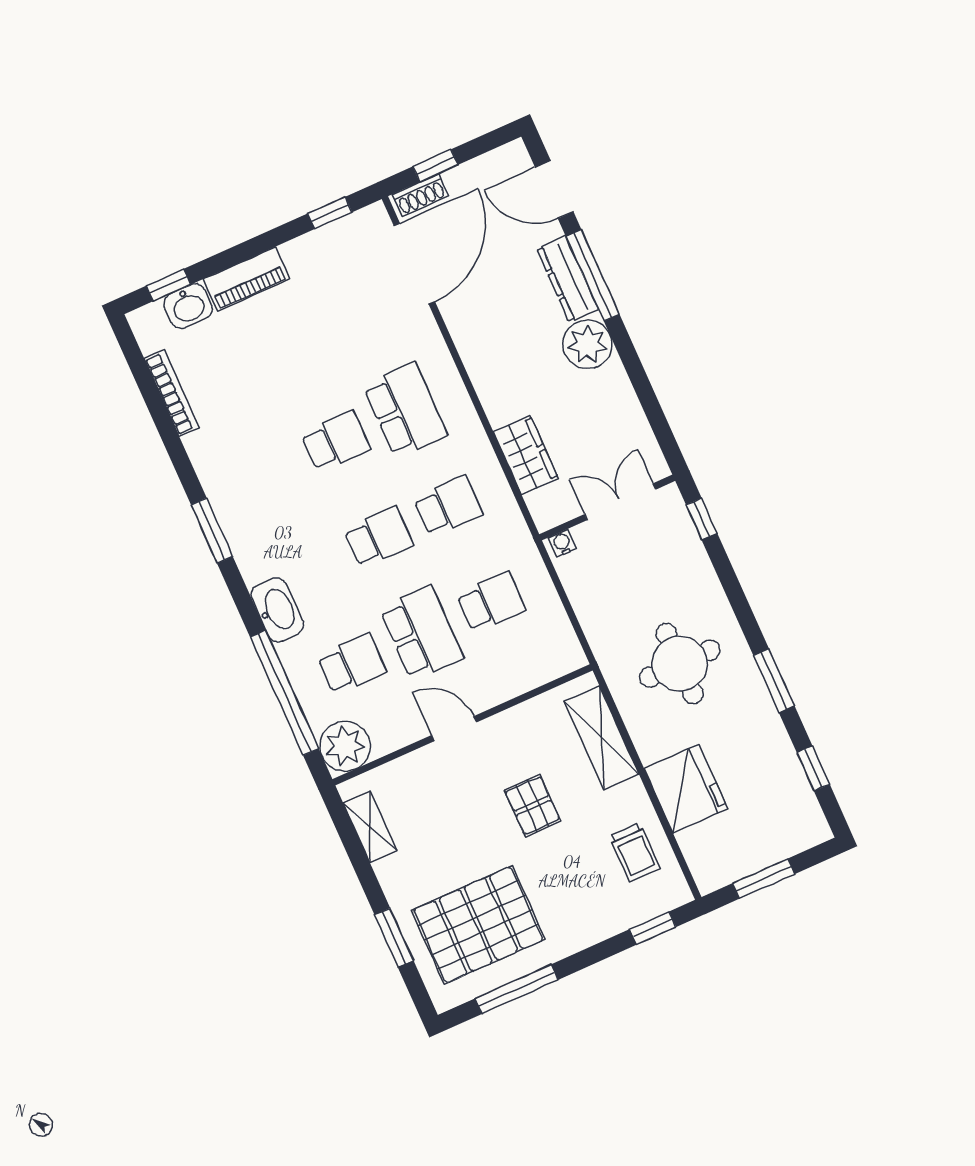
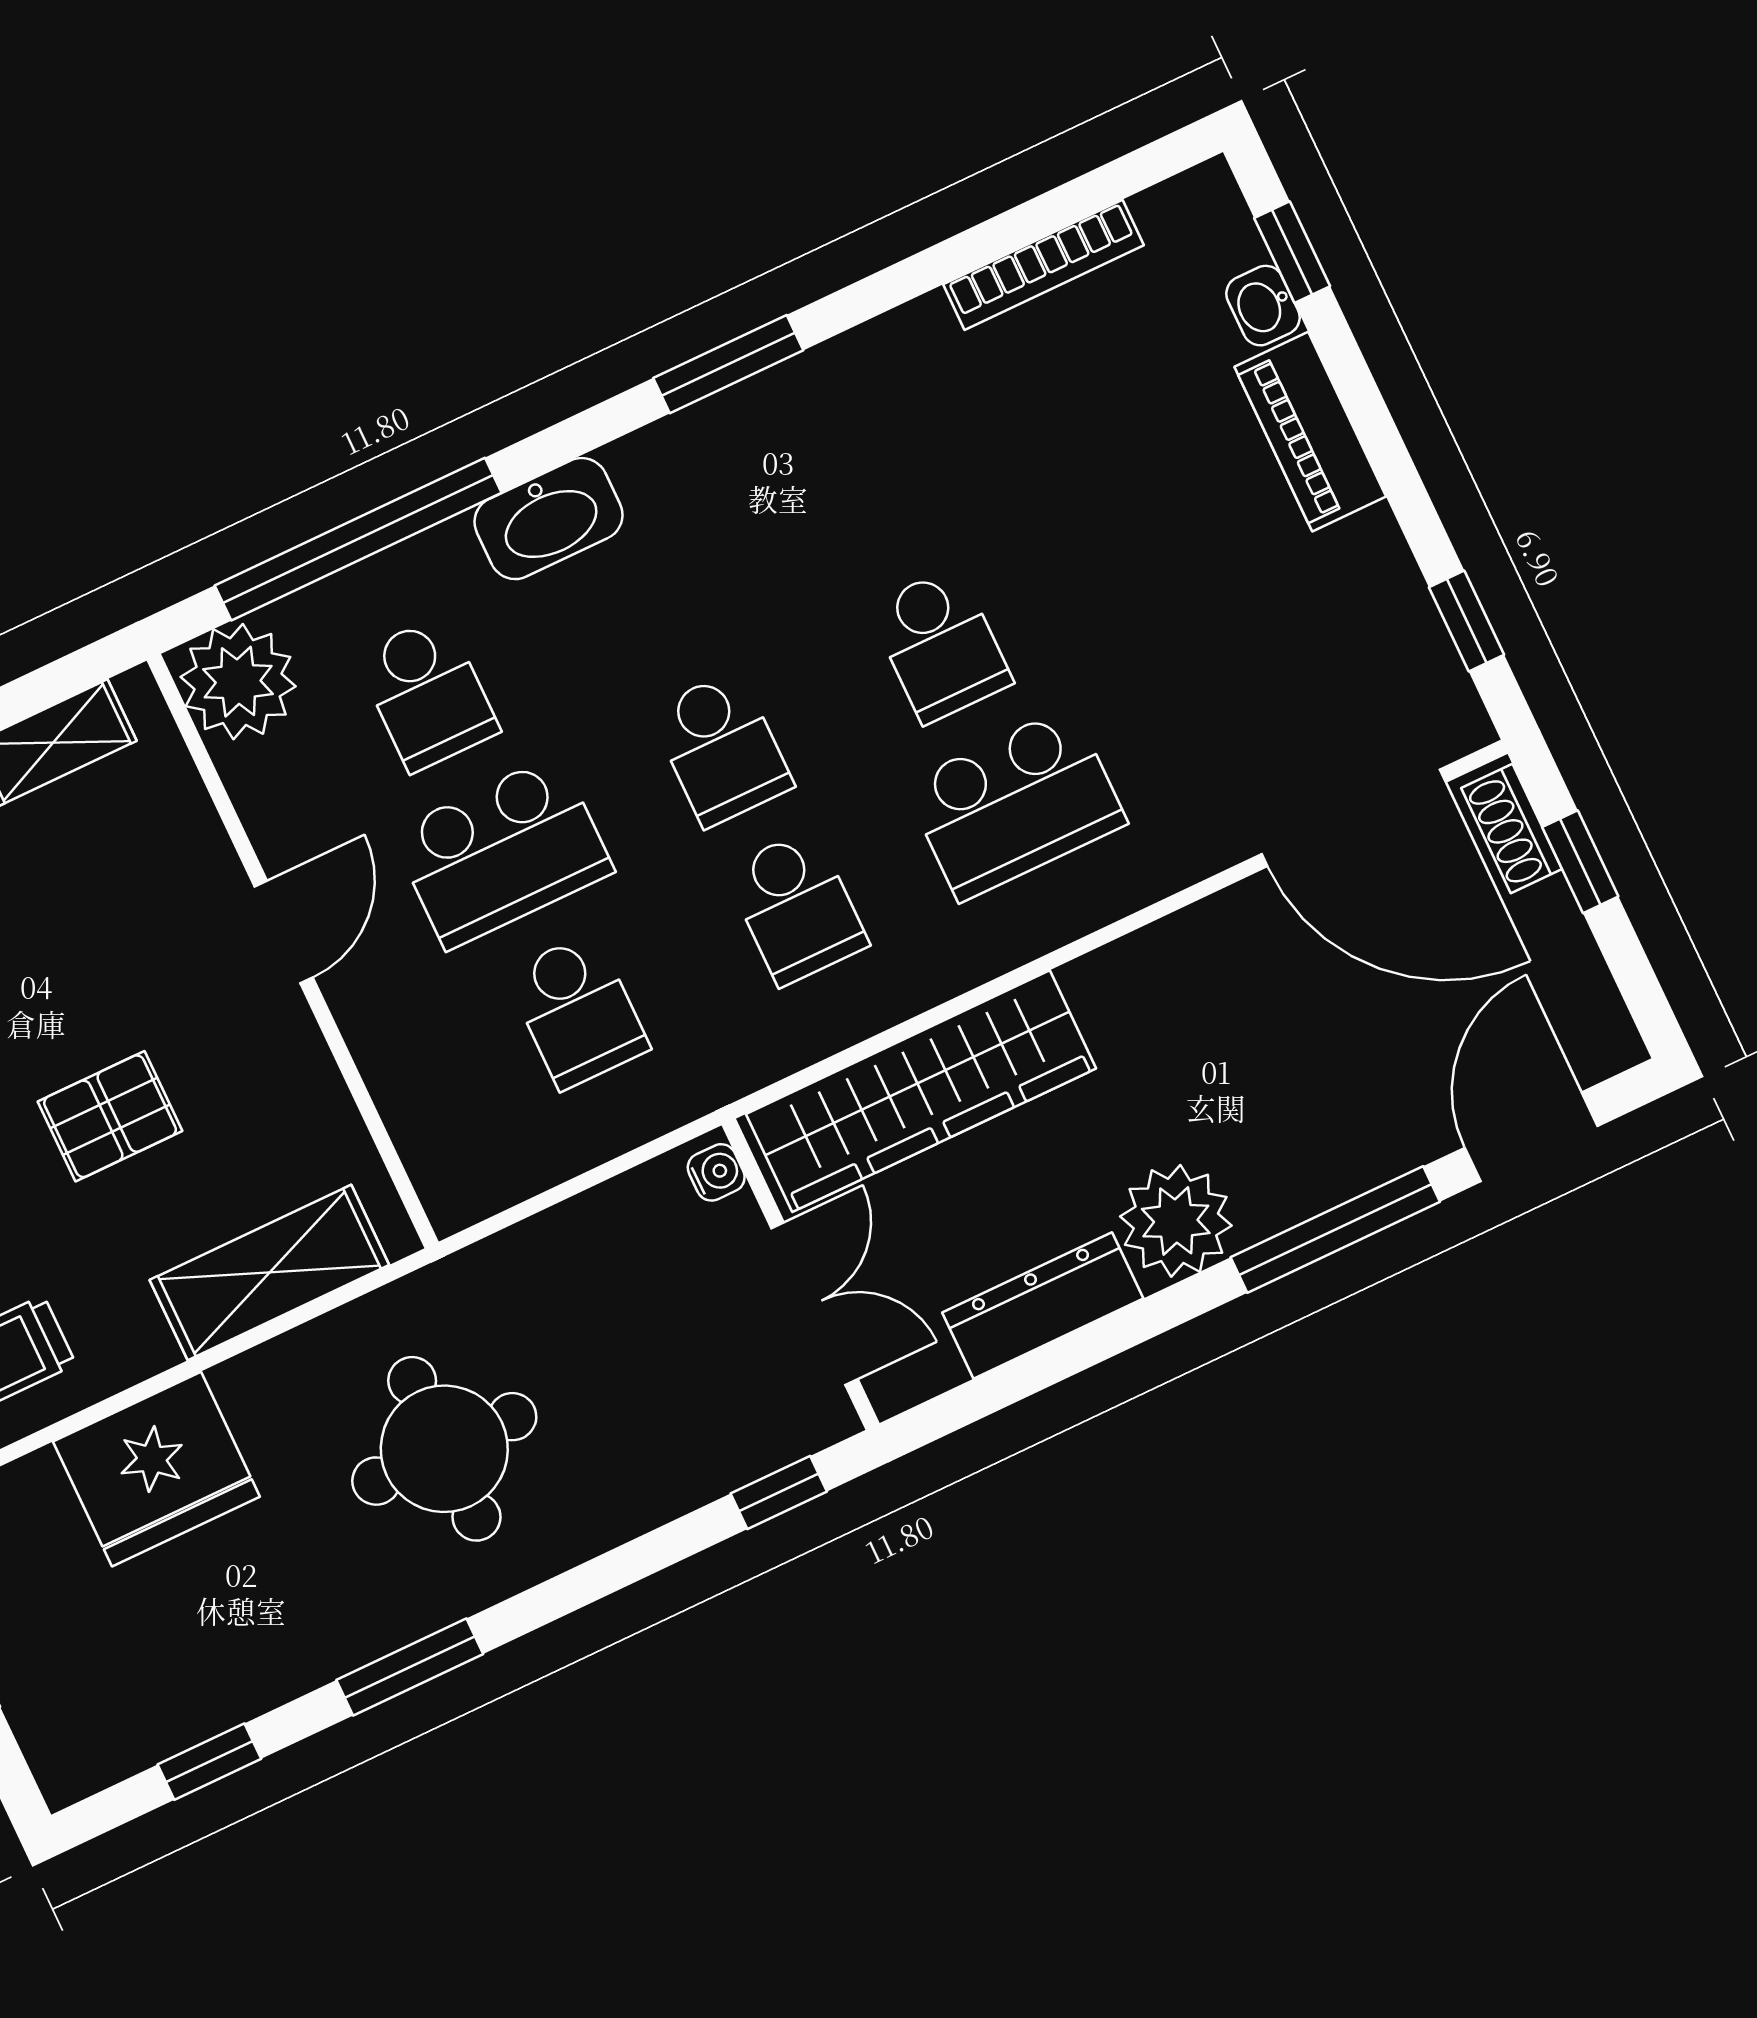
dresser: (568, 279) -> (1043, 1305), moved
washbasin: (188, 306) -> (1263, 306), width x0.72, depth x0.69
wardrobe: (526, 455) -> (921, 1091), width x2.10, depth x1.17

